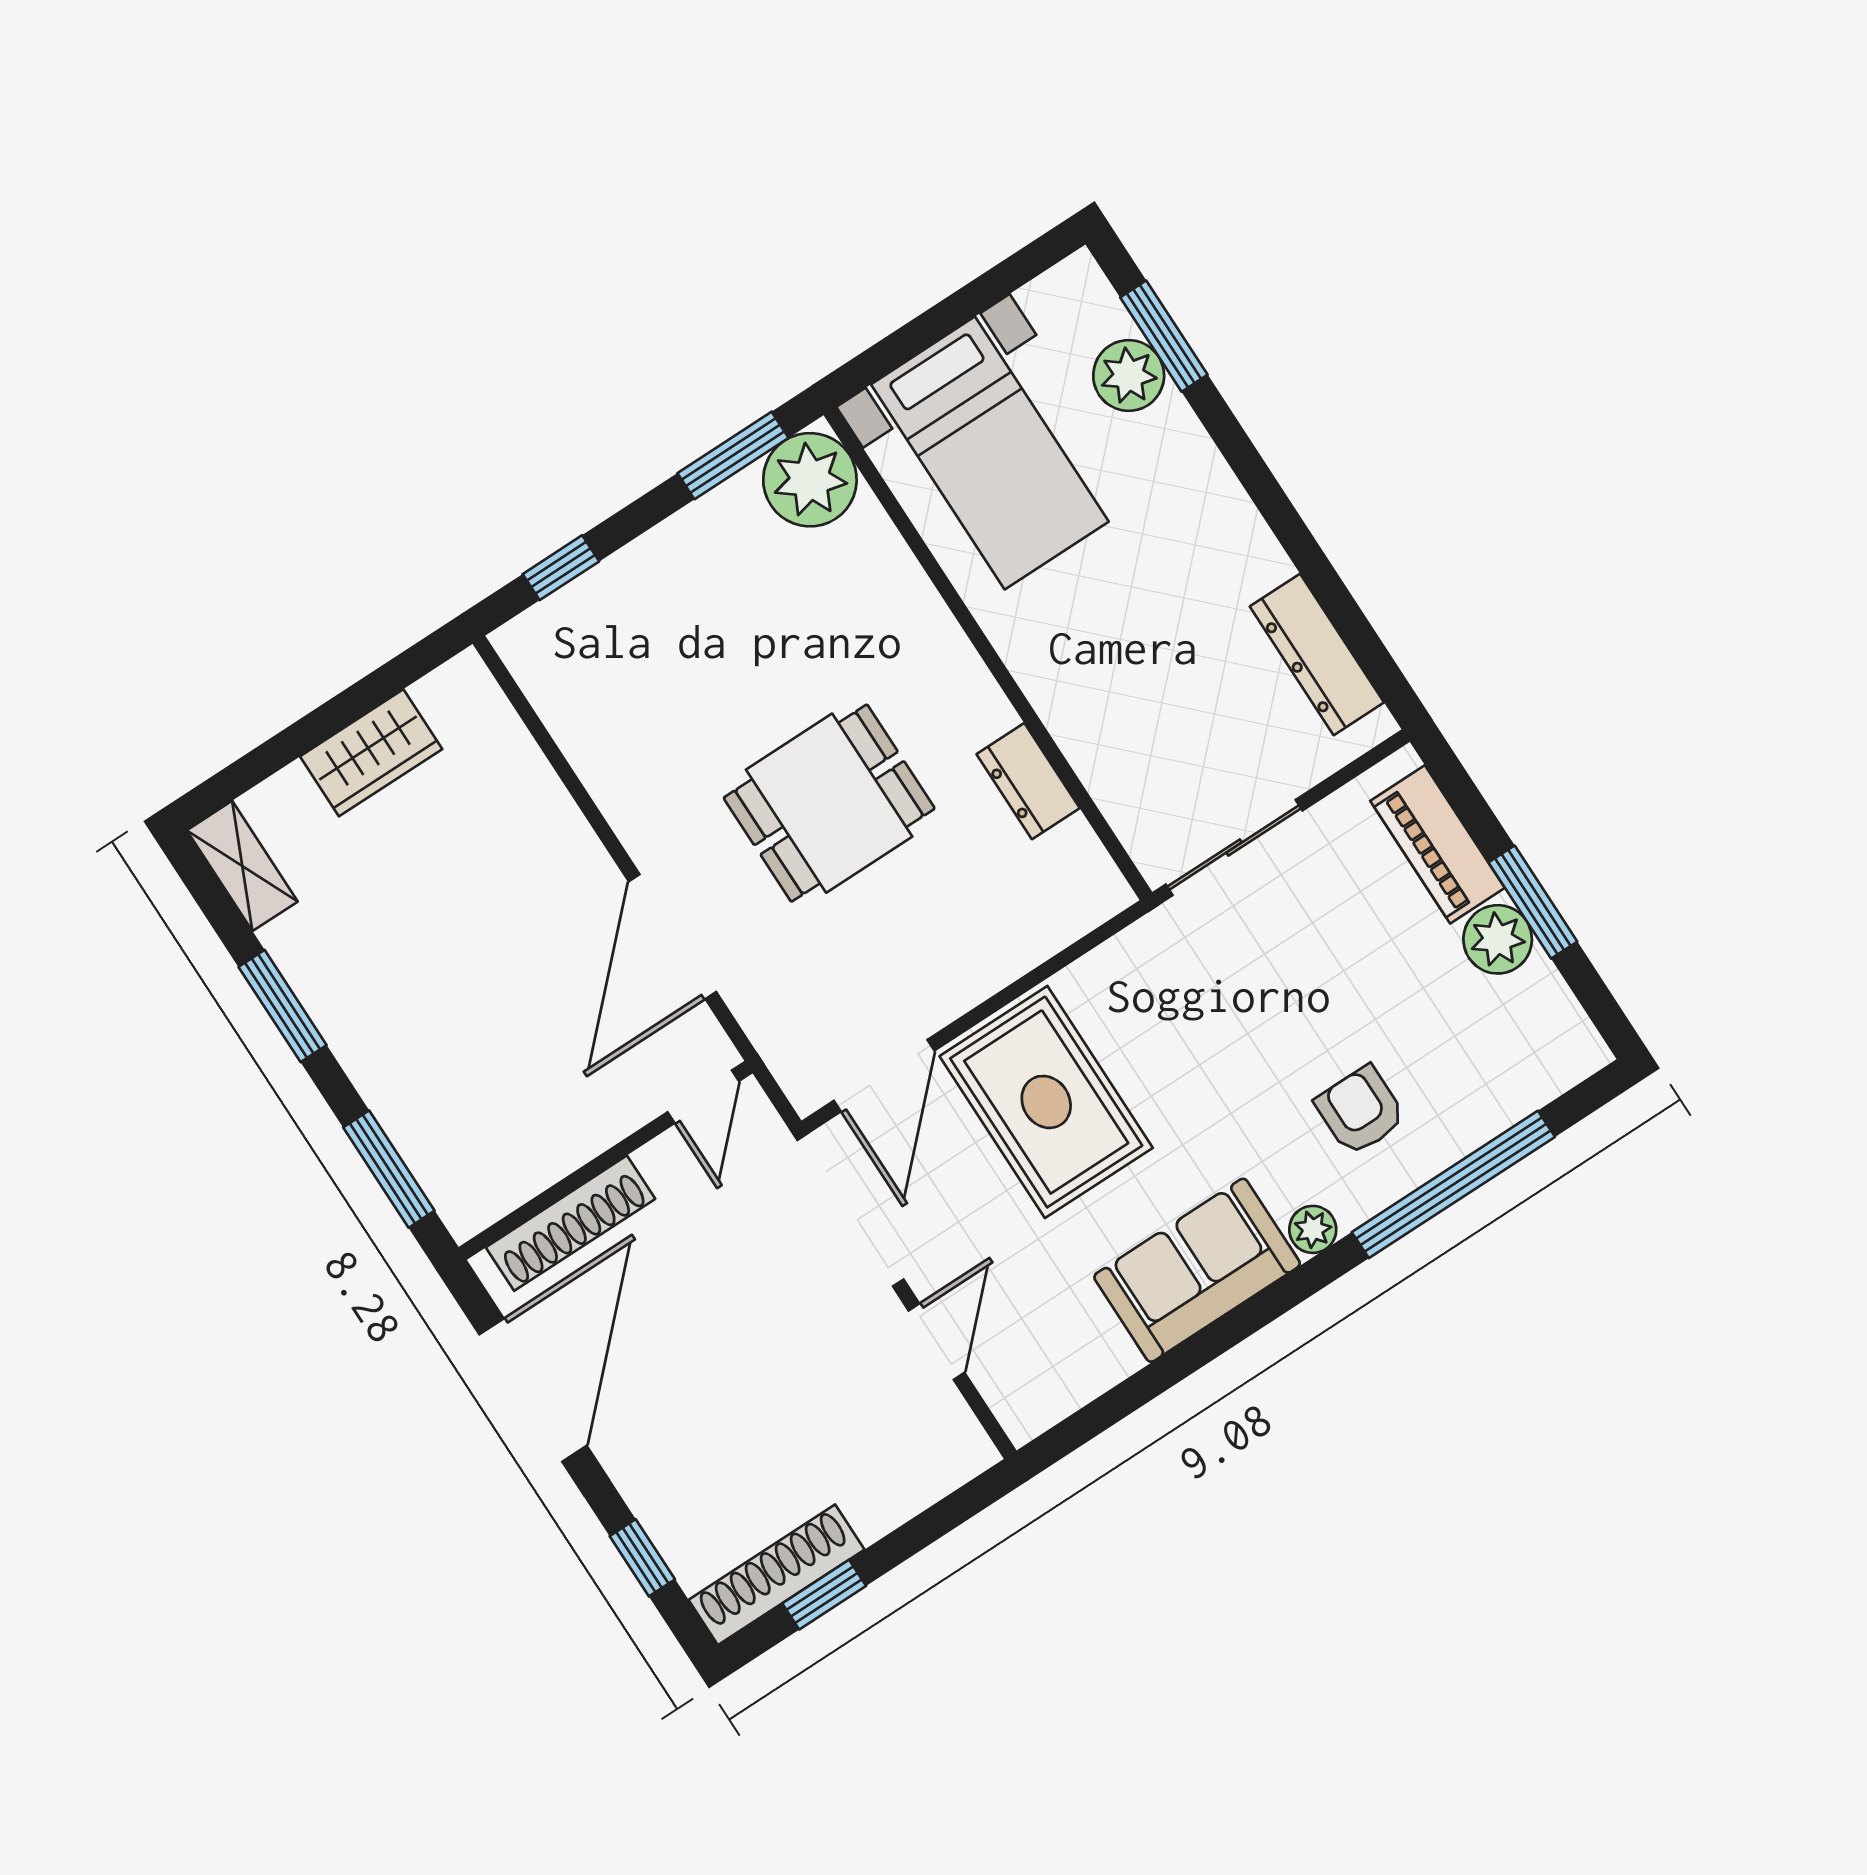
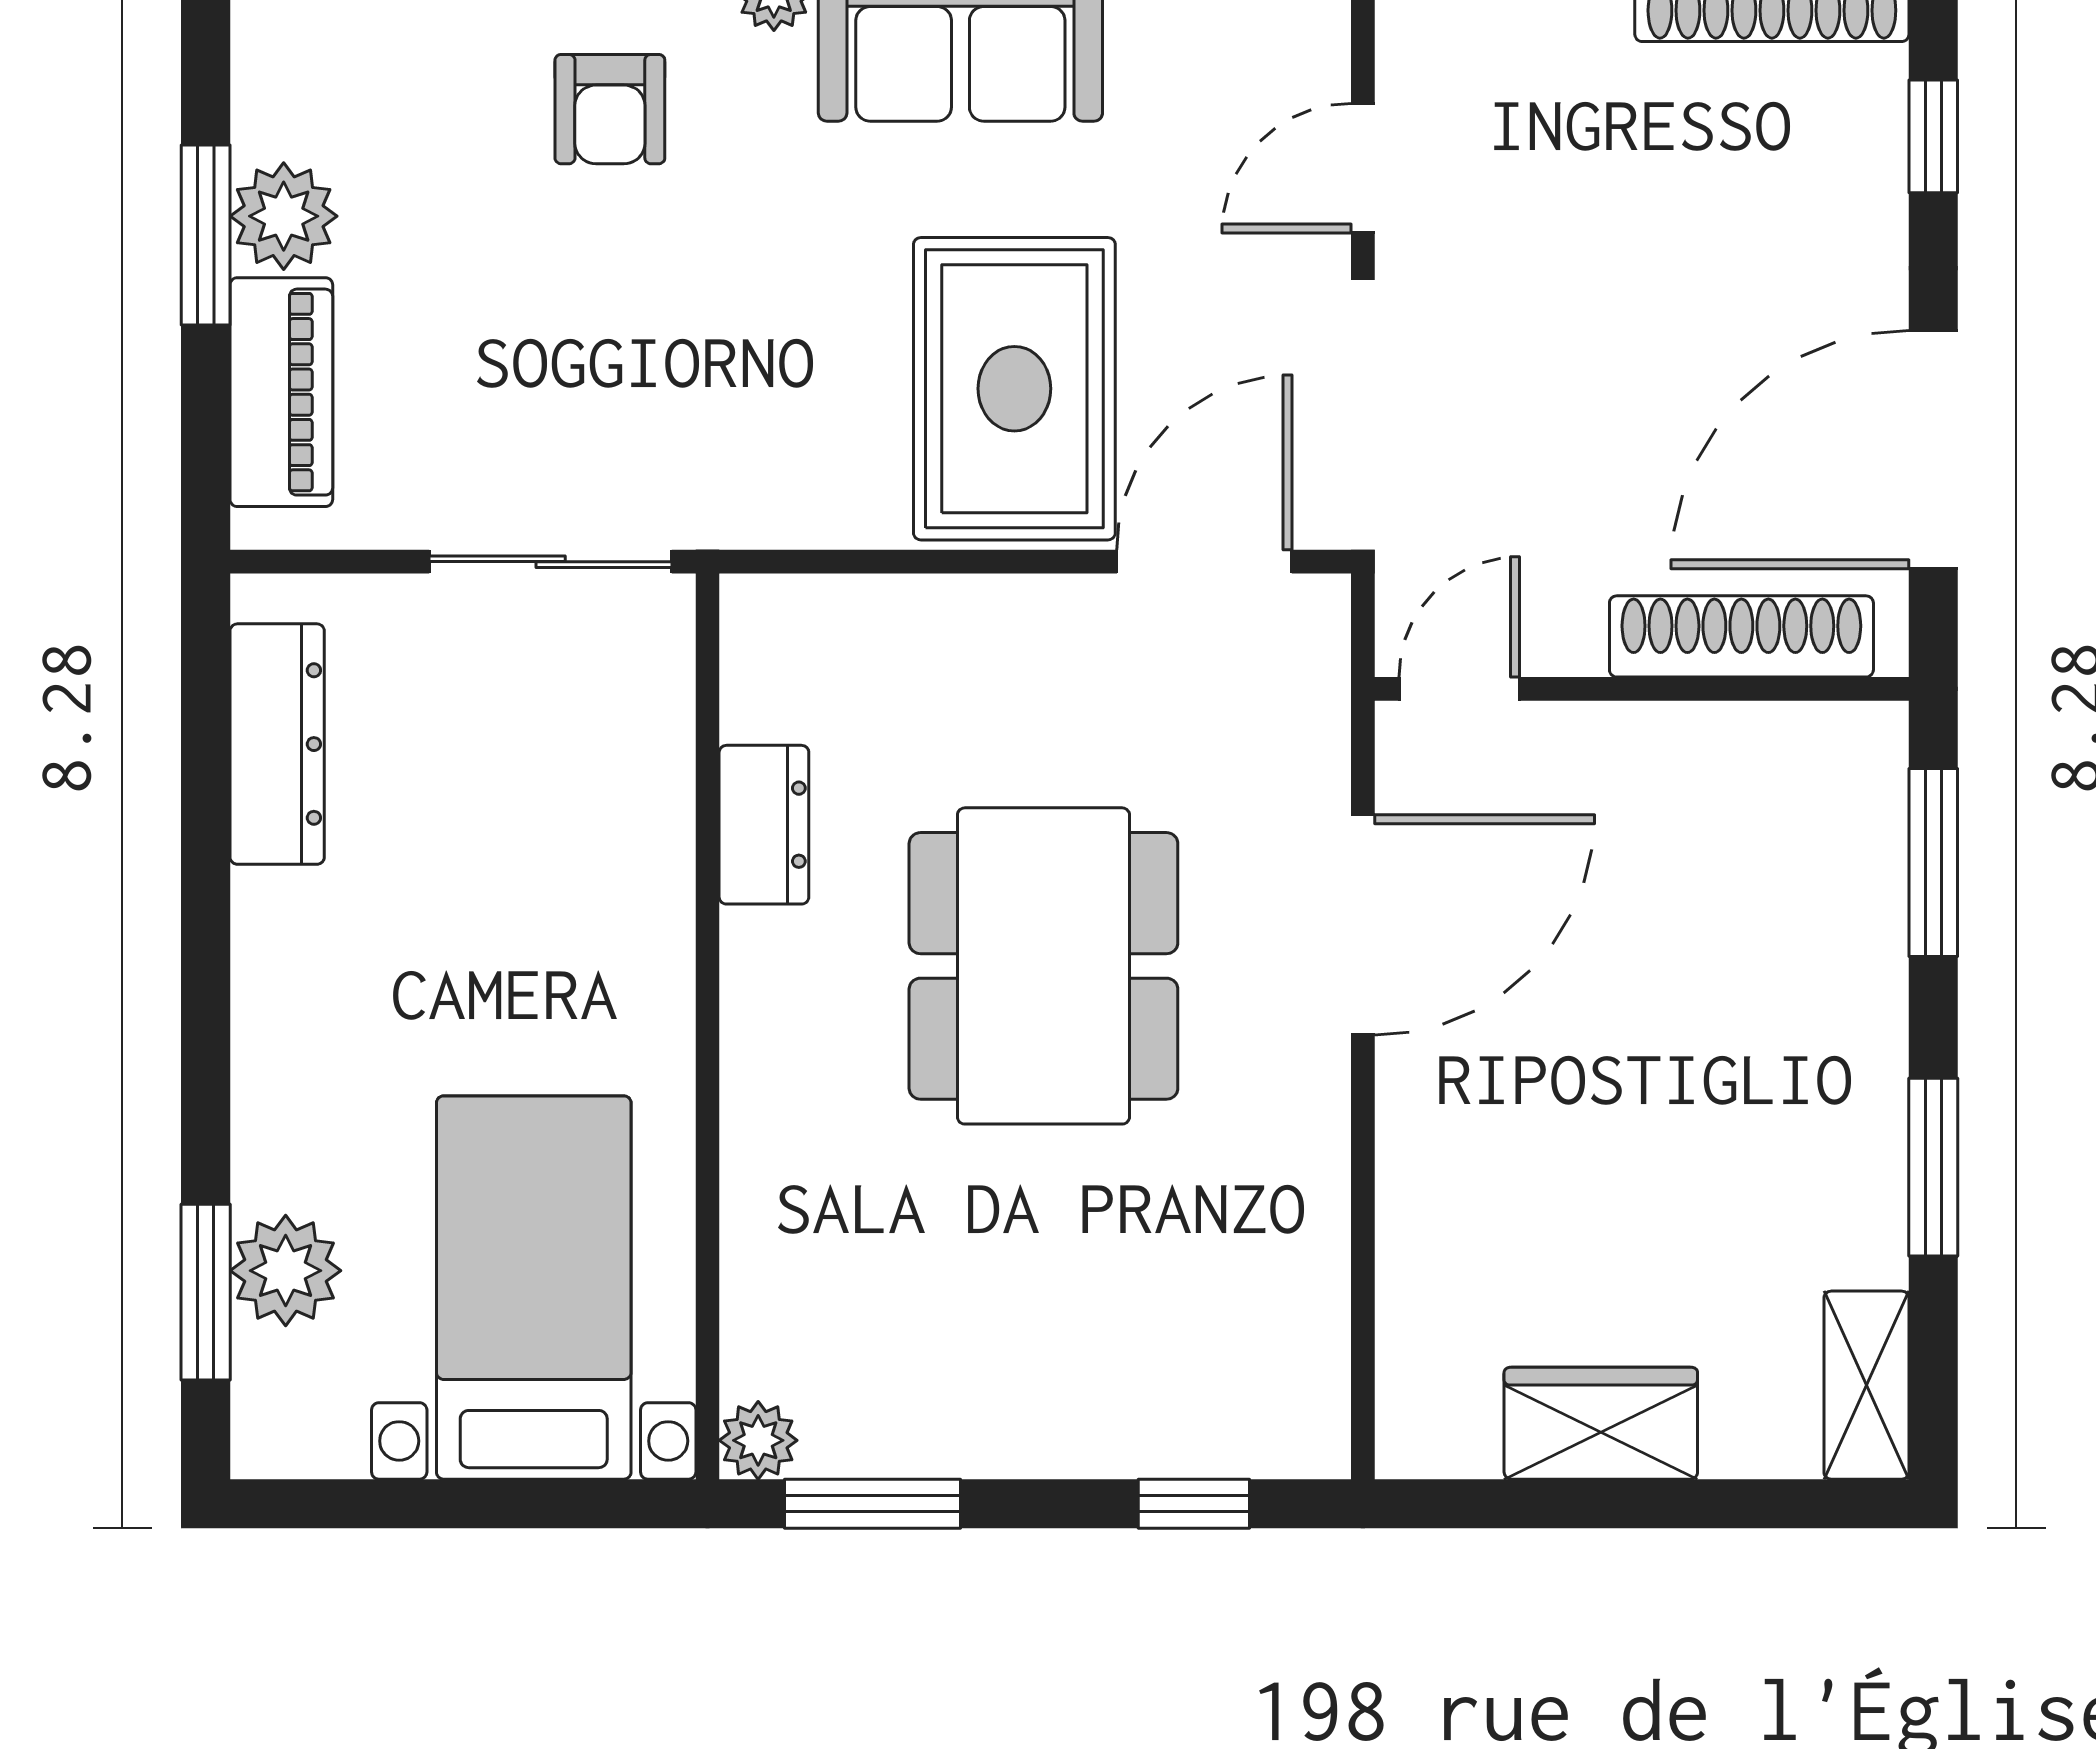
plant: (810, 480) -> (758, 1440), width x0.53, depth x0.53
dining table: (829, 803) -> (1043, 966), width x1.38

